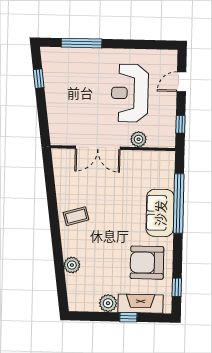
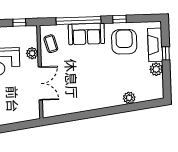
coffee table: (76, 216) -> (51, 44), moved
armchair: (147, 263) -> (124, 42), turned 180
window: (177, 287) -> (119, 19), moved

